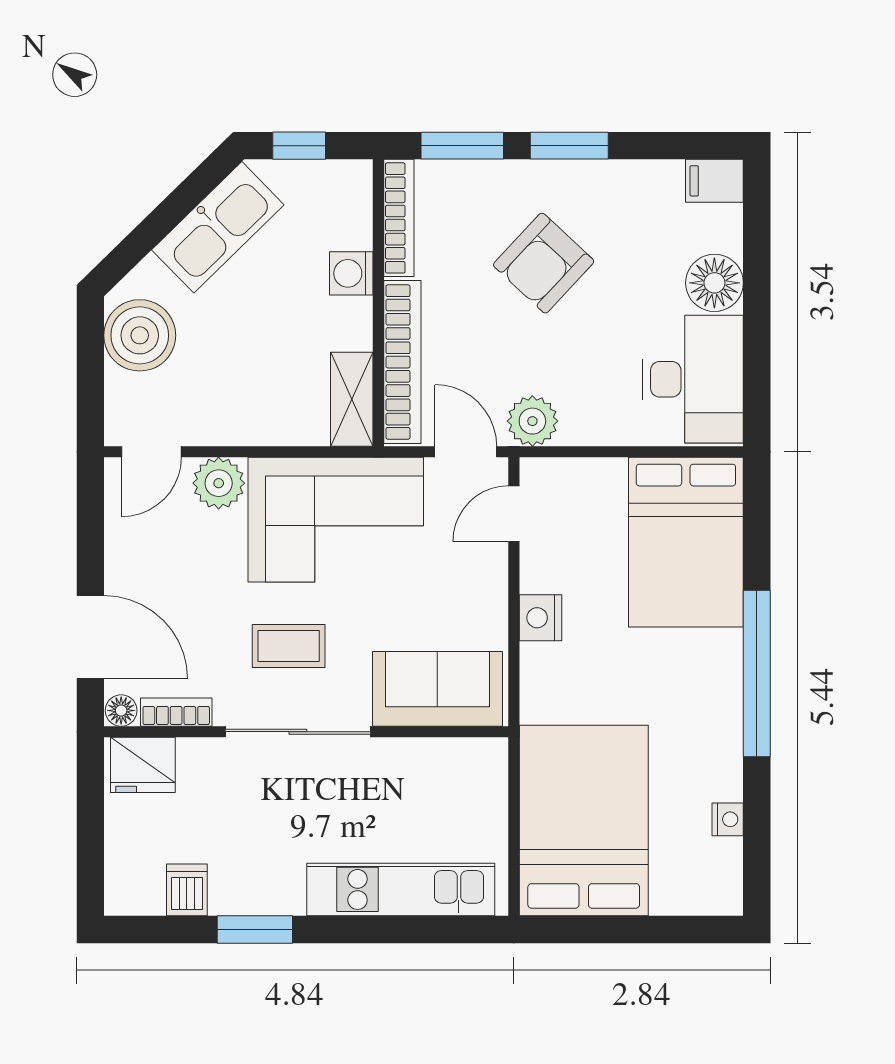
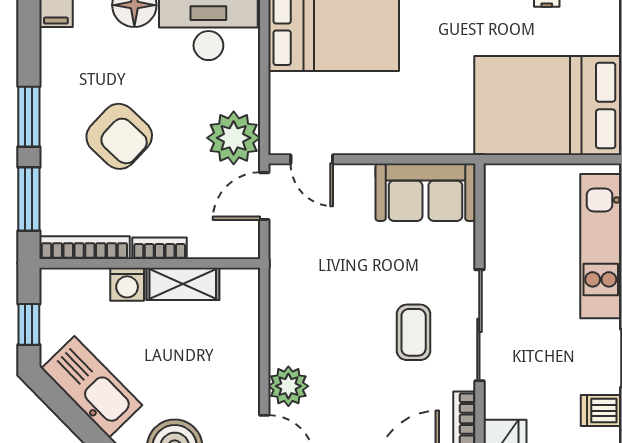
bookcase: (402, 362) -> (160, 248), width x0.43, depth x0.76
shelving: (352, 399) -> (183, 284), moved
plant: (532, 421) -> (234, 138), width x1.36, depth x1.36
corner sofa: (336, 520) -> (316, 296), removed
nightstand: (540, 618) -> (392, 139), removed
sofa: (437, 689) -> (425, 192), moved, turned -90

